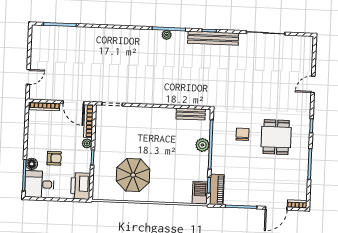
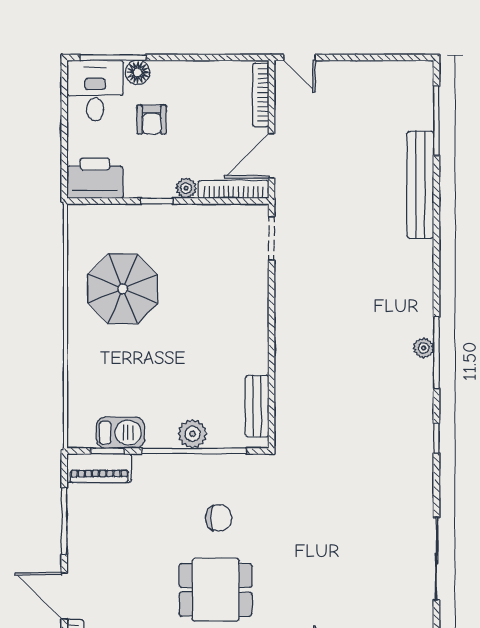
bench: (213, 38) -> (420, 185), moved
door: (28, 77) -> (299, 58), moved
barbecue: (200, 193) -> (120, 433), moved

